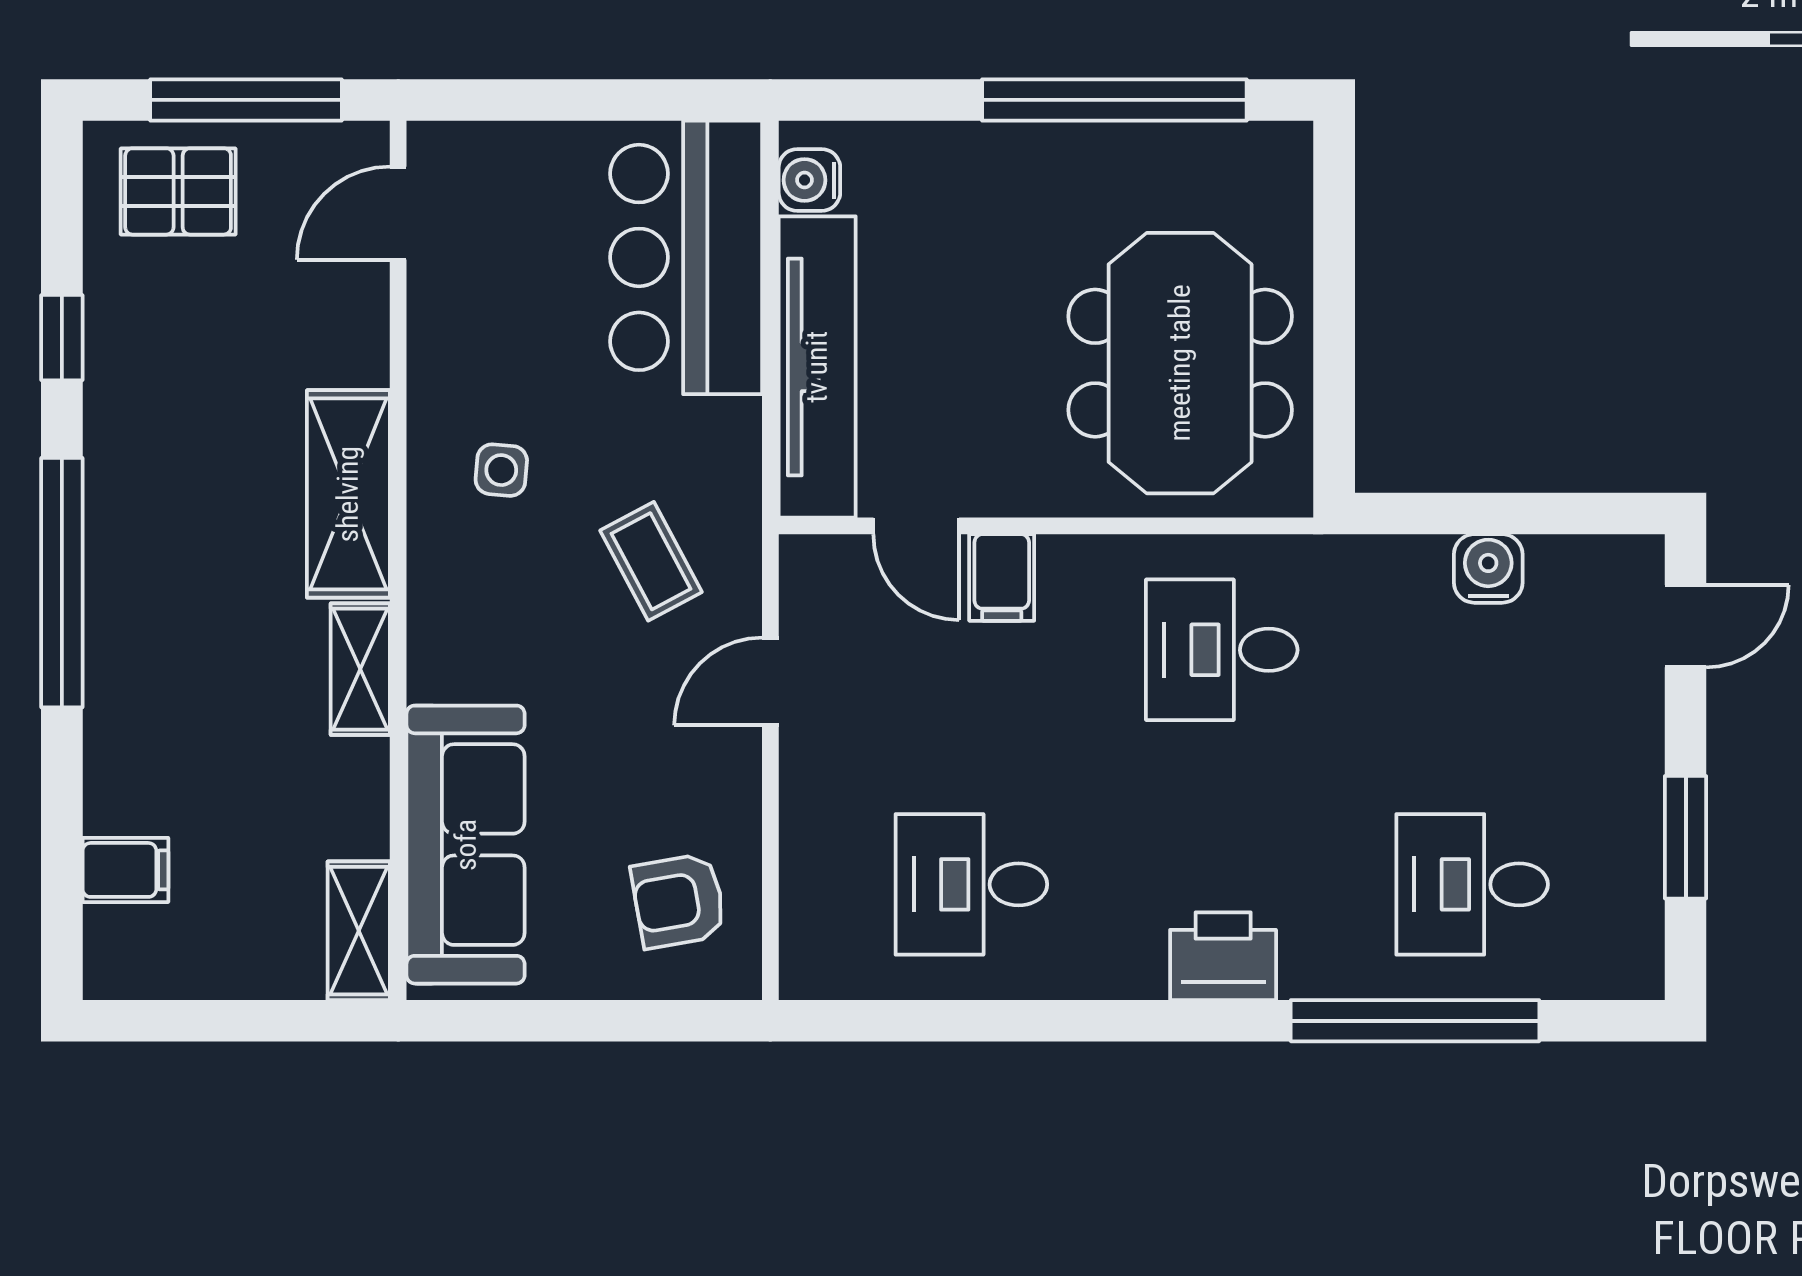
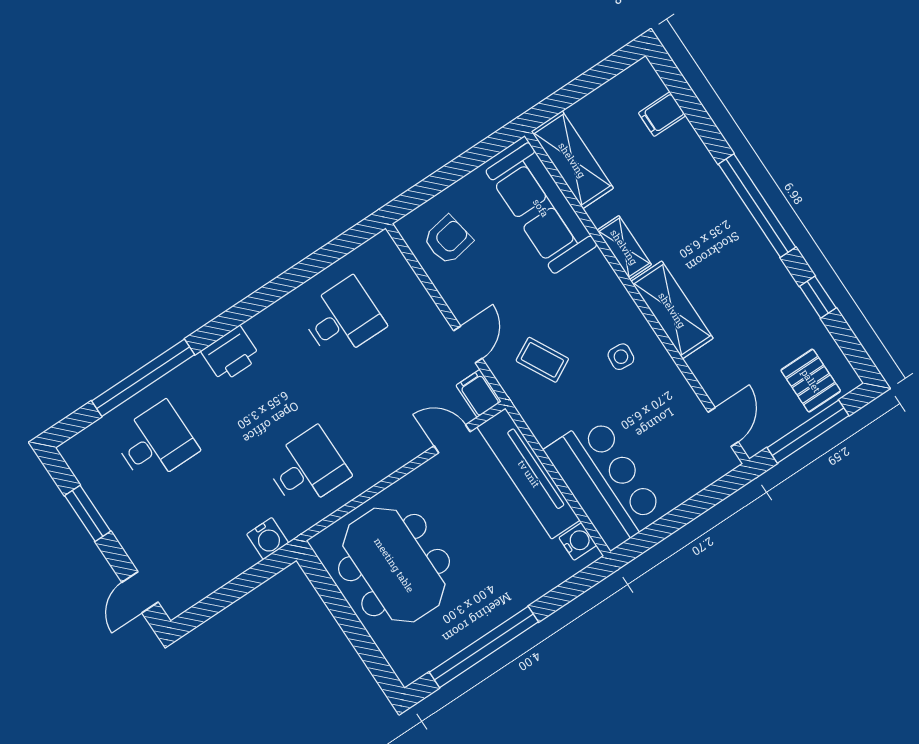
pallet: (178, 191) -> (811, 381), turned 90
water cooler: (1488, 568) -> (268, 538), moved
filing cabinet: (1002, 577) -> (479, 393), moved
shelving: (359, 931) -> (572, 160), width x1.50, depth x1.33

